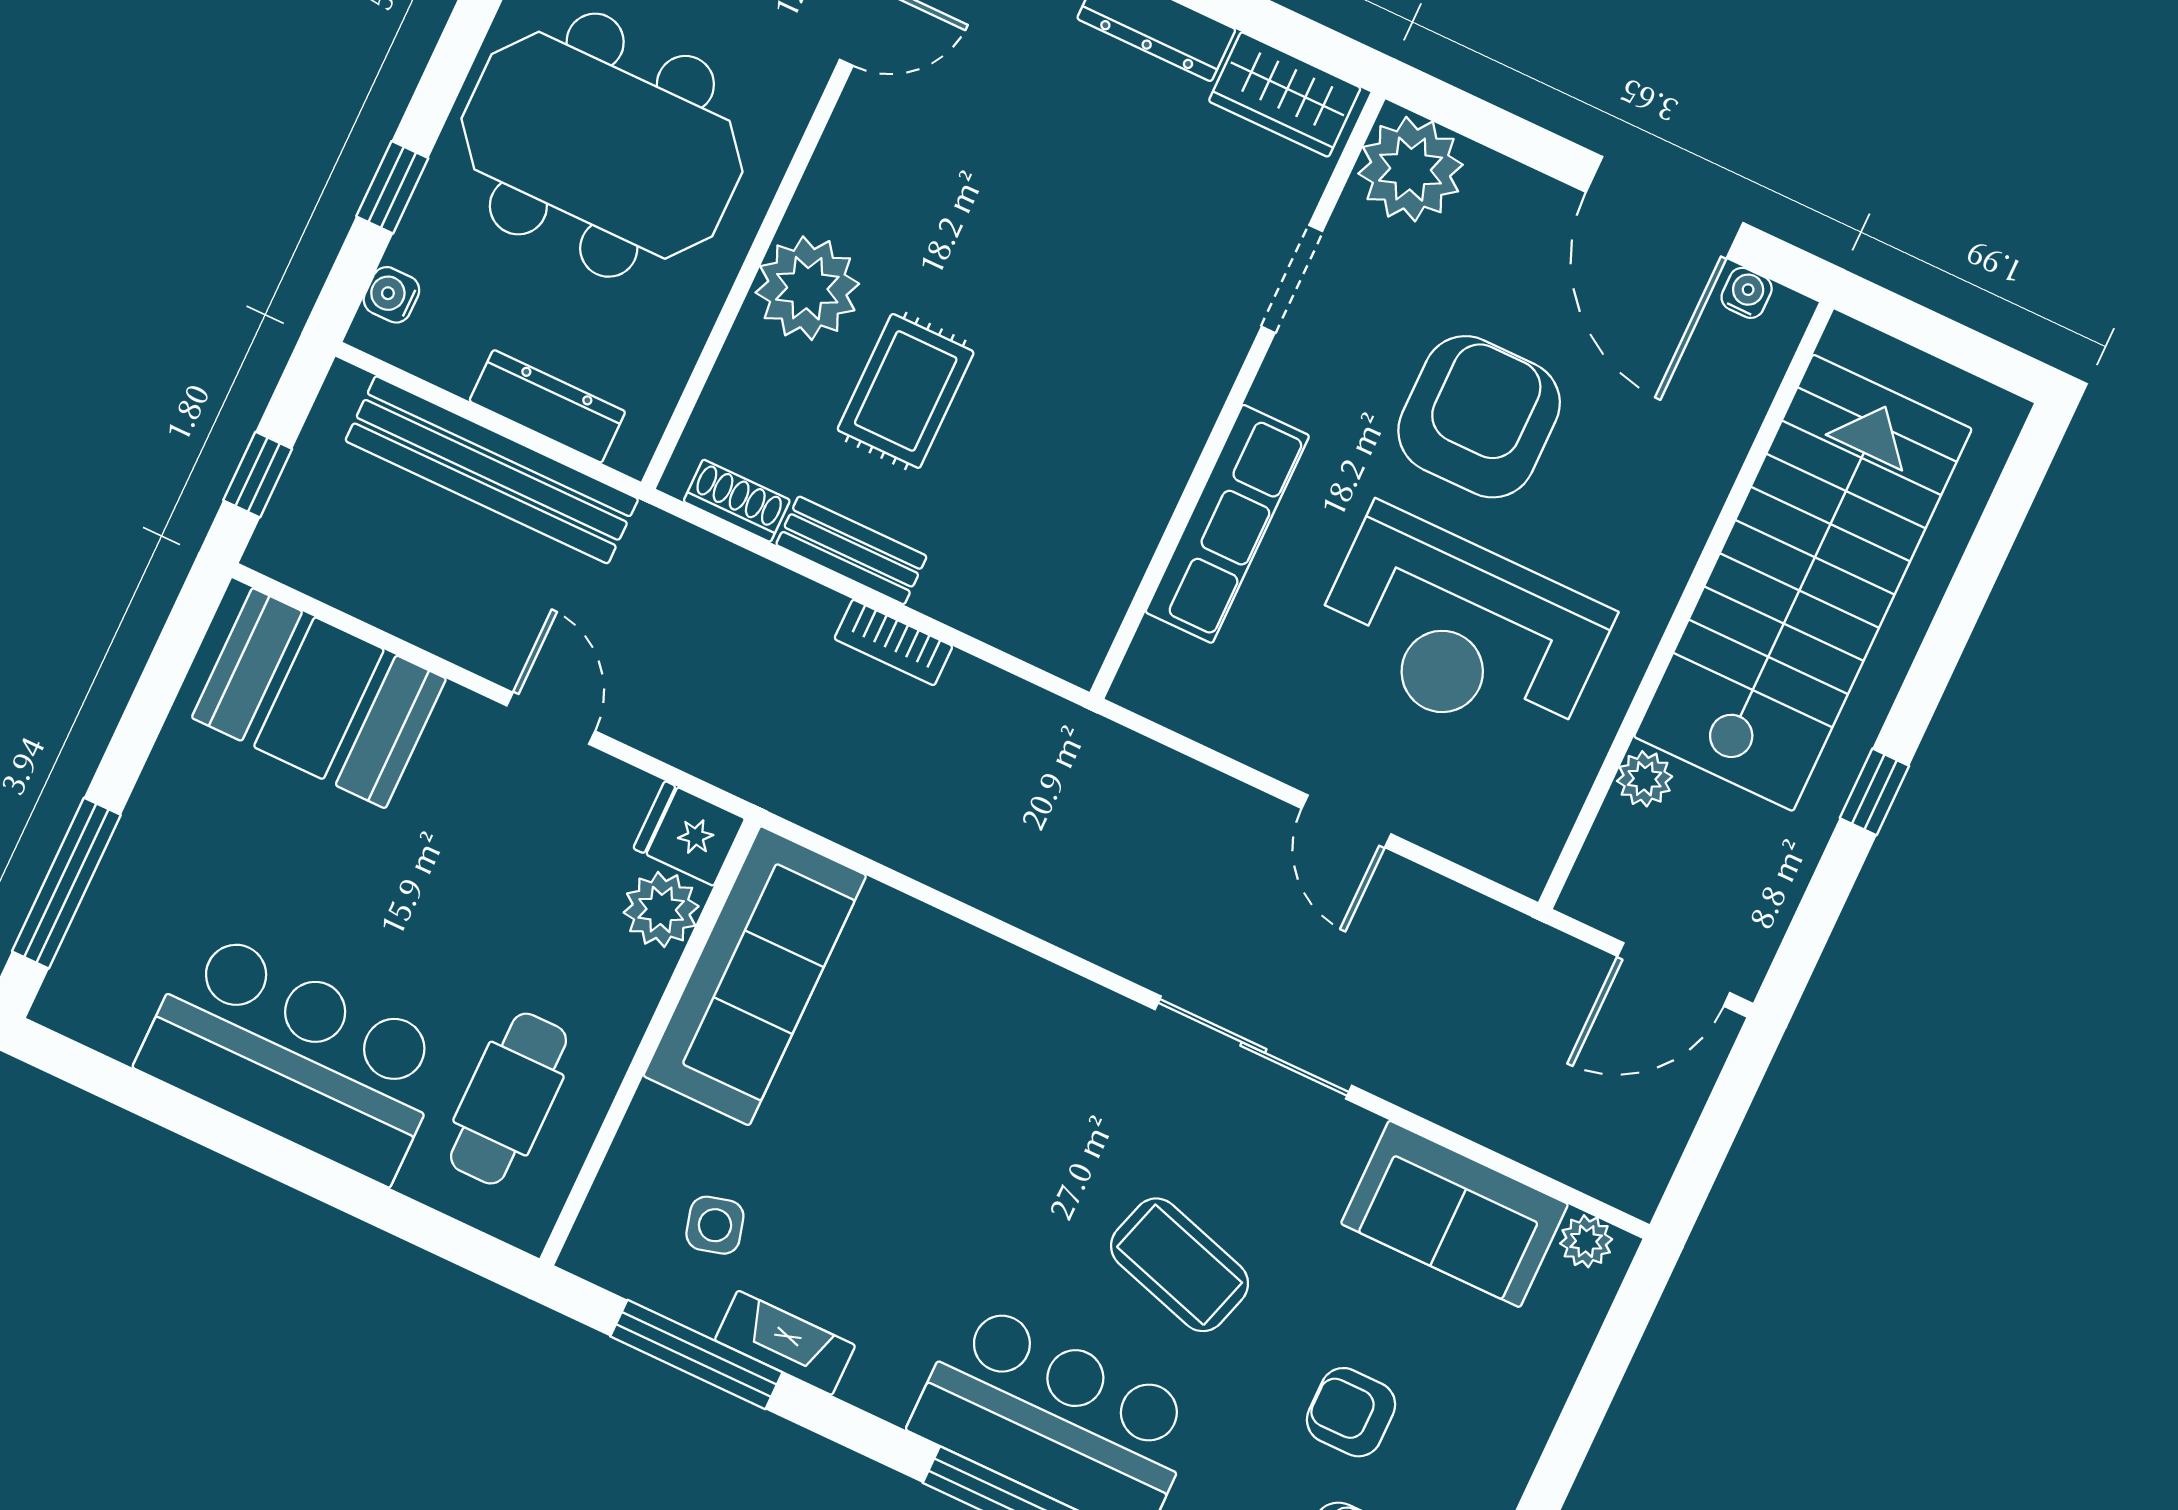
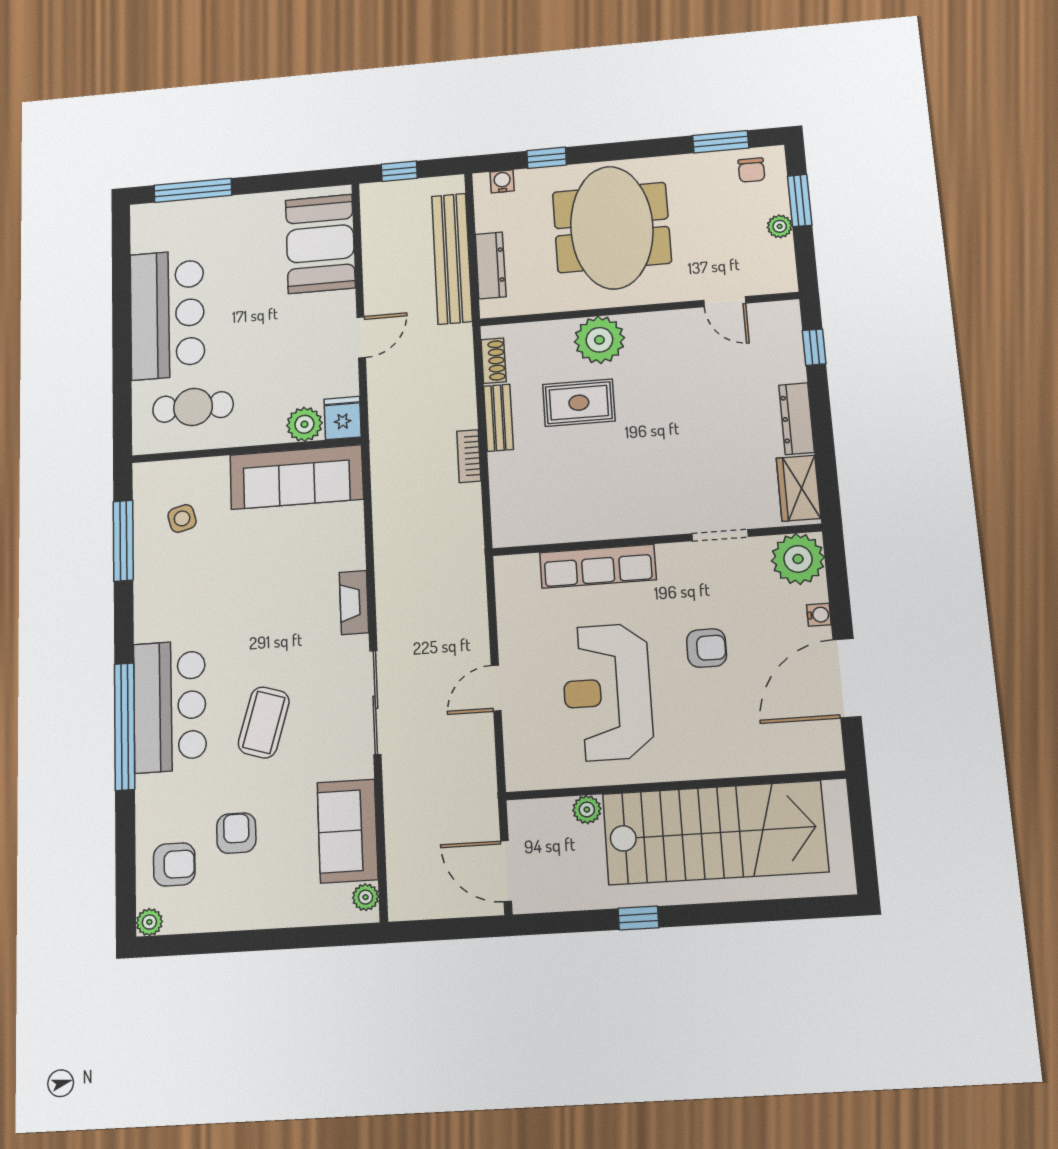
water cooler: (1747, 293) -> (819, 615), moved
armchair: (1479, 417) -> (707, 648), width x0.53, depth x0.53
fireplace: (785, 1343) -> (354, 602), moved, turned 180

